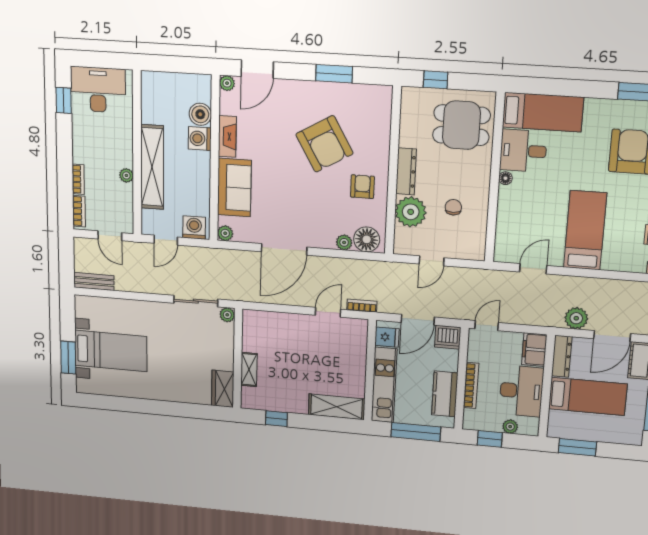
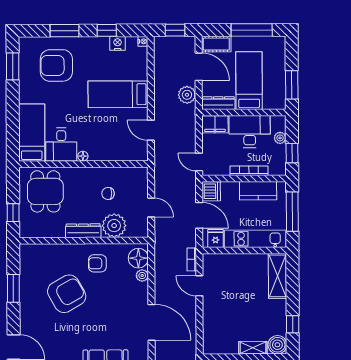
boiler: (252, 399) -> (277, 345), added

